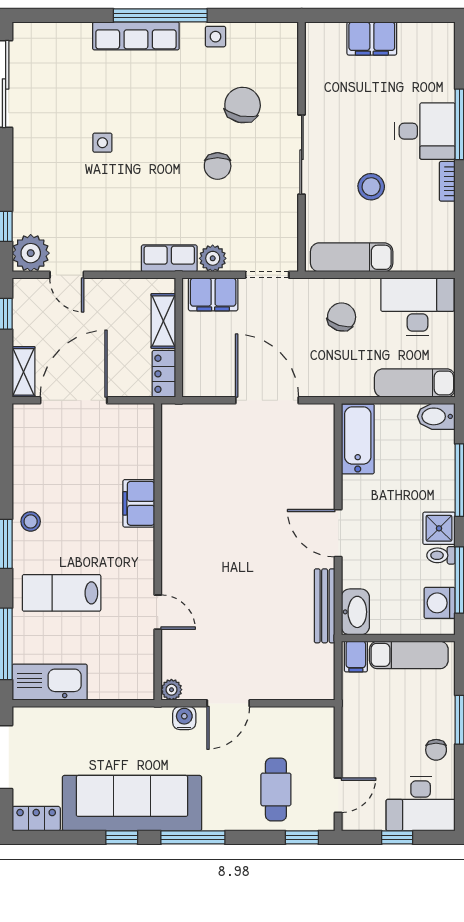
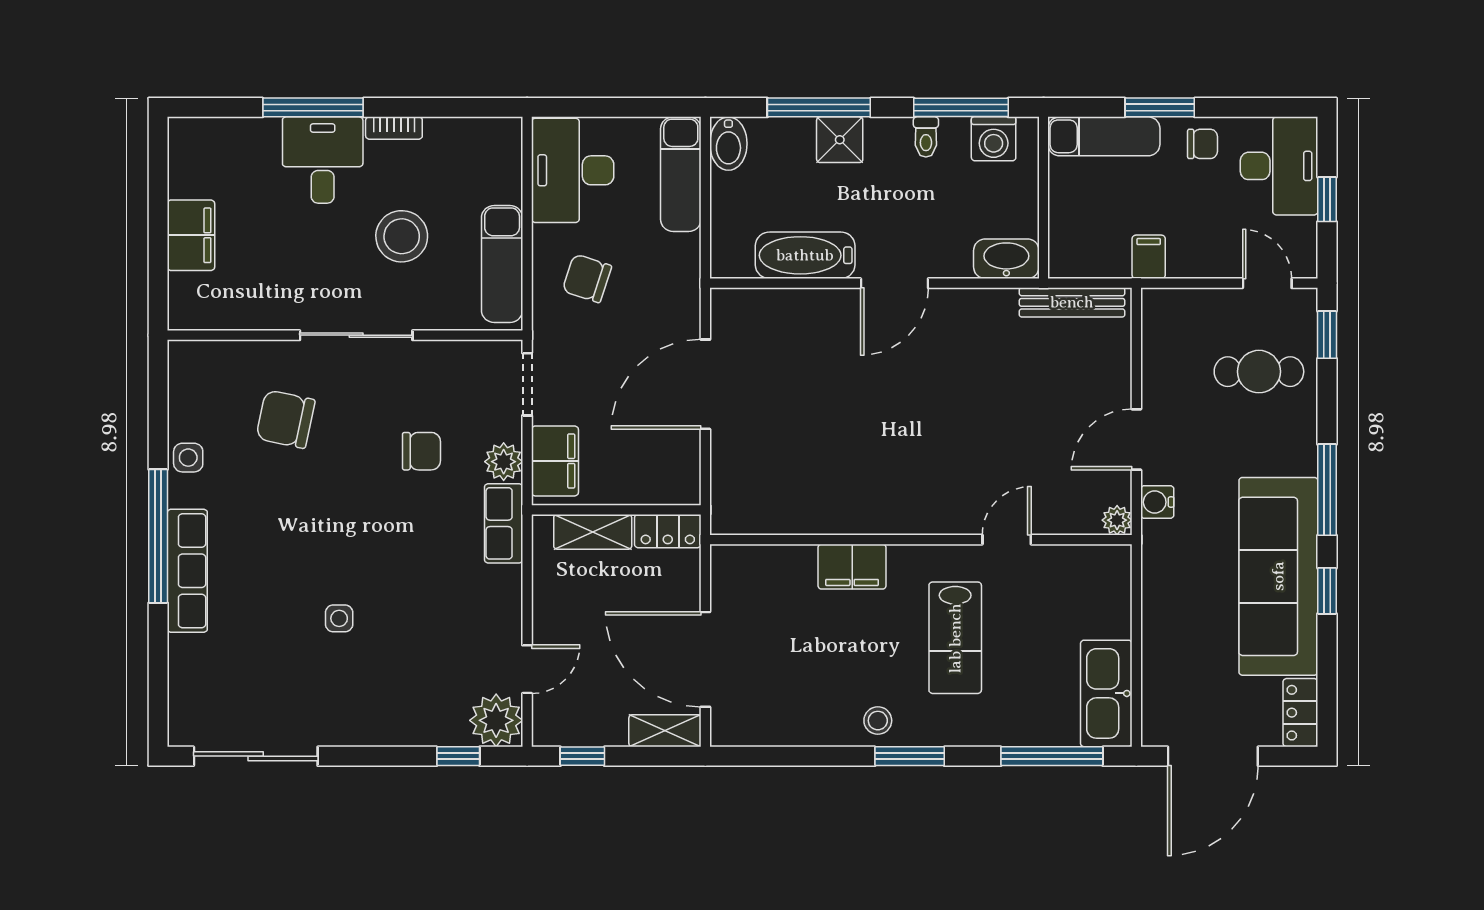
chair: (218, 166) -> (421, 451), moved
stool: (371, 187) -> (402, 236), width x1.38, depth x1.38
bathtub: (358, 439) -> (805, 255), moved
shower: (439, 528) -> (840, 140), moved
lab bench: (62, 593) -> (955, 638), moved
bench: (325, 606) -> (1072, 302), moved
exam couch: (409, 655) -> (1104, 136), moved, turned 90
filing cabinet: (356, 657) -> (1149, 257), moved, turned -90
door: (228, 703) -> (1136, 439), swing flipped

